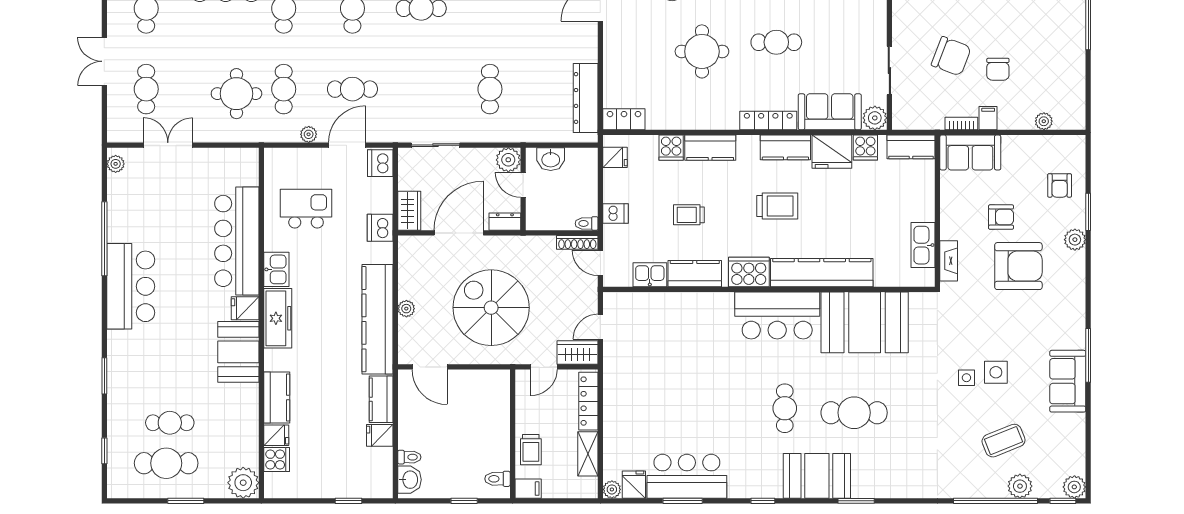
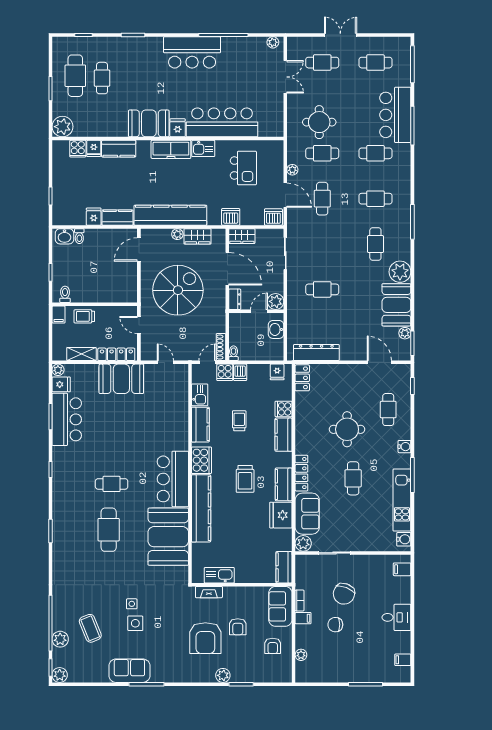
cooker: (865, 148) -> (225, 372), moved, turned -90
armchair: (1060, 185) -> (273, 646), moved, turned -90
wardrobe: (578, 353) -> (197, 236), moved, turned 90
booth: (817, 476) -> (121, 379), moved, turned 90

